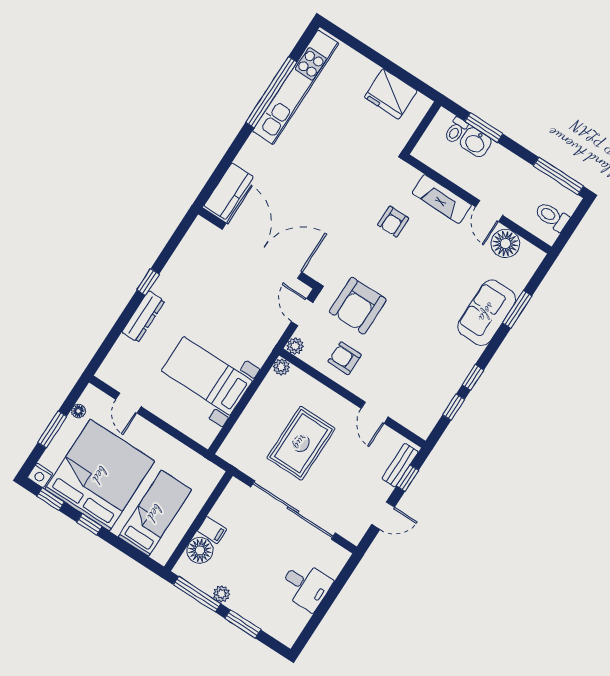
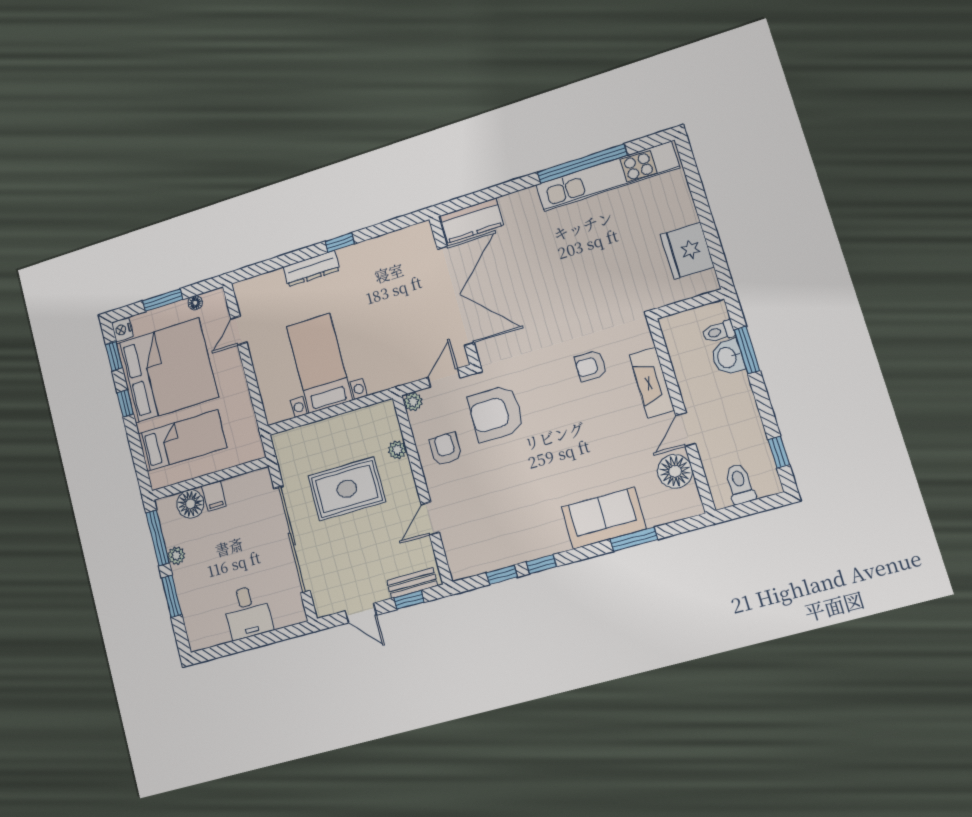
window: (558, 176) -> (779, 452), width x0.46
plant: (281, 367) -> (397, 450), moved

